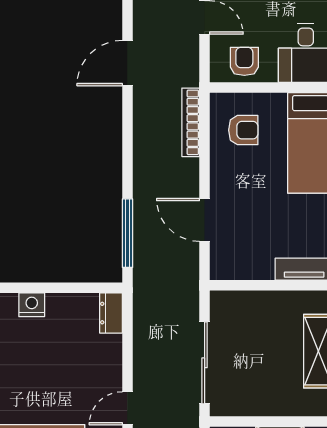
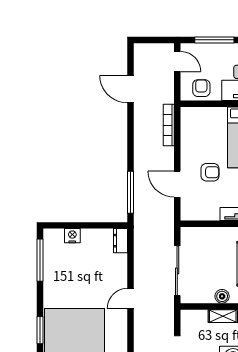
door: (127, 63) -> (130, 89), hinge flipped
armchair: (243, 130) -> (210, 172), moved
boiler: (279, 405) -> (222, 296), added

